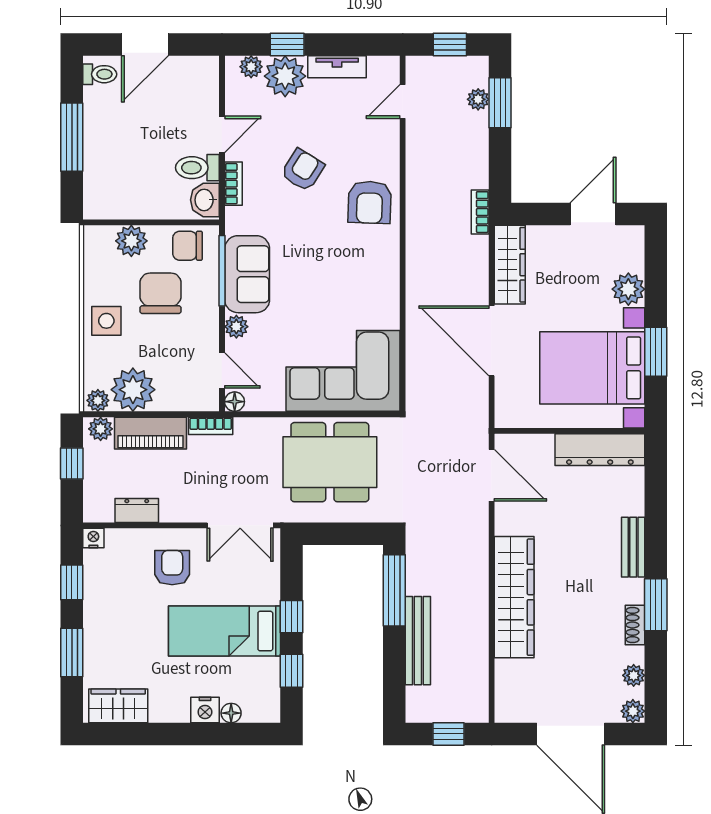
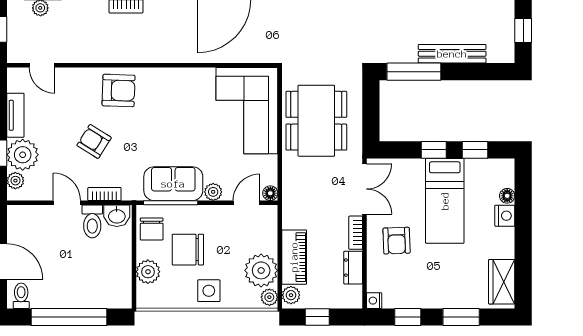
window: (72, 137) -> (69, 317), width x1.46
bookcase: (211, 426) -> (356, 233), moved, turned 180
armchair: (172, 568) -> (397, 241), turned -92

